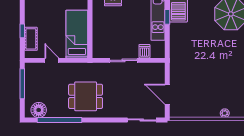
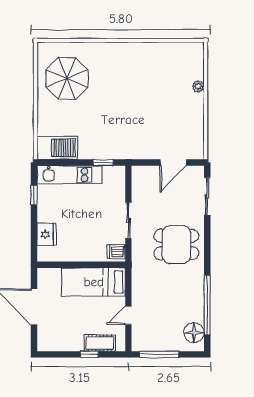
window: (167, 17) -> (103, 163), moved
dishwasher: (144, 51) -> (116, 252), moved
dining table: (86, 96) -> (176, 245), moved, turned 90

